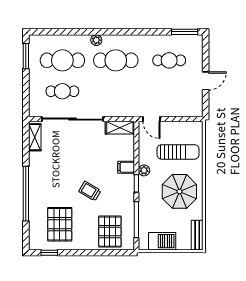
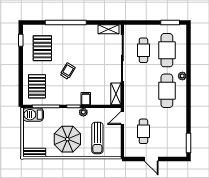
cafe table: (169, 60) -> (143, 131), moved
pallet: (60, 224) -> (42, 48), turned 90
pallet: (110, 232) -> (37, 86), turned 90
barbecue: (162, 241) -> (33, 115), moved, turned 90

